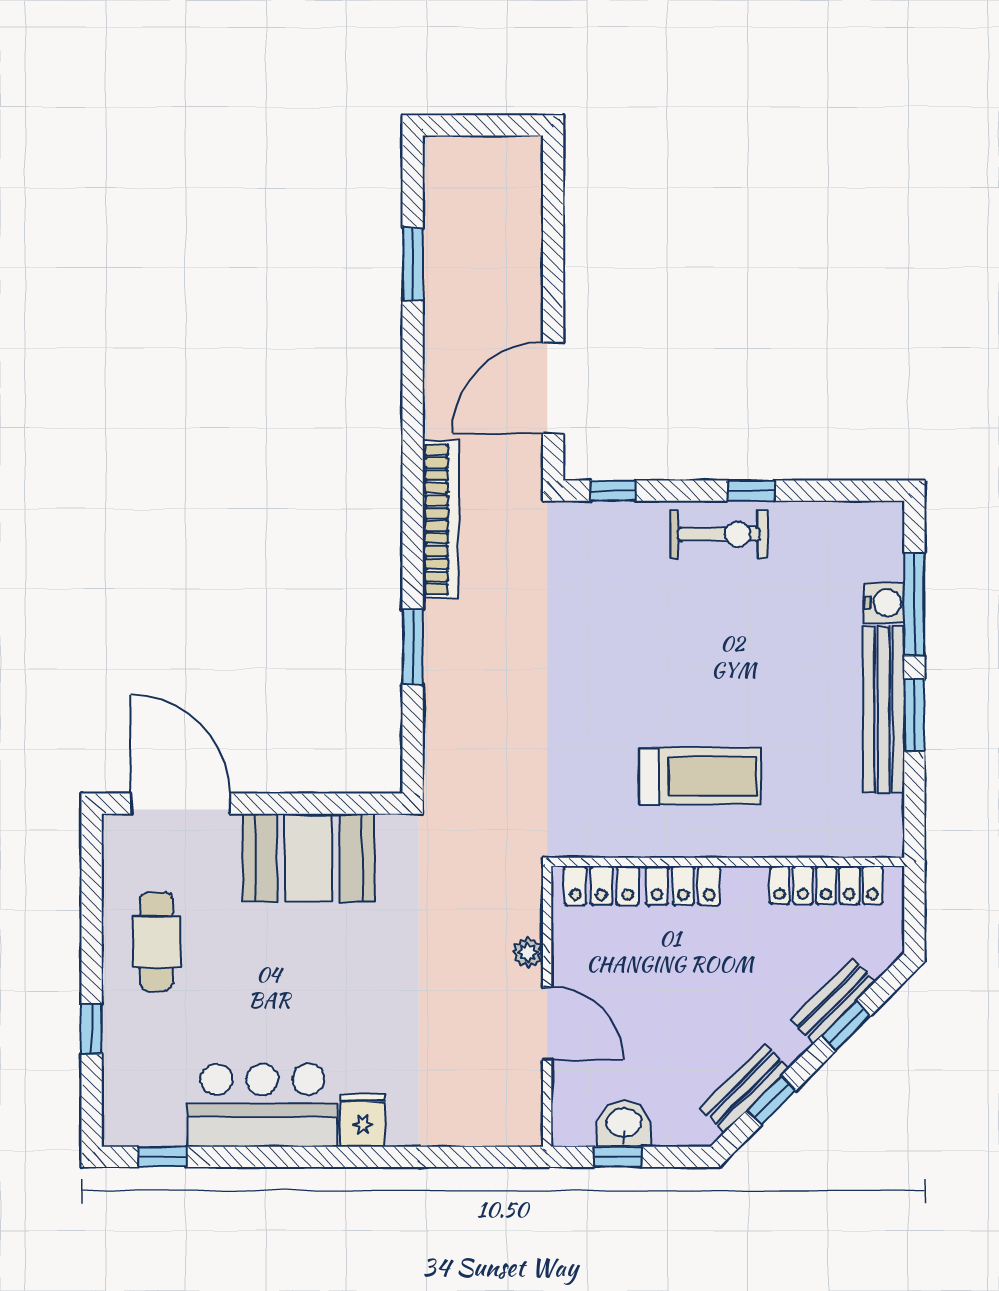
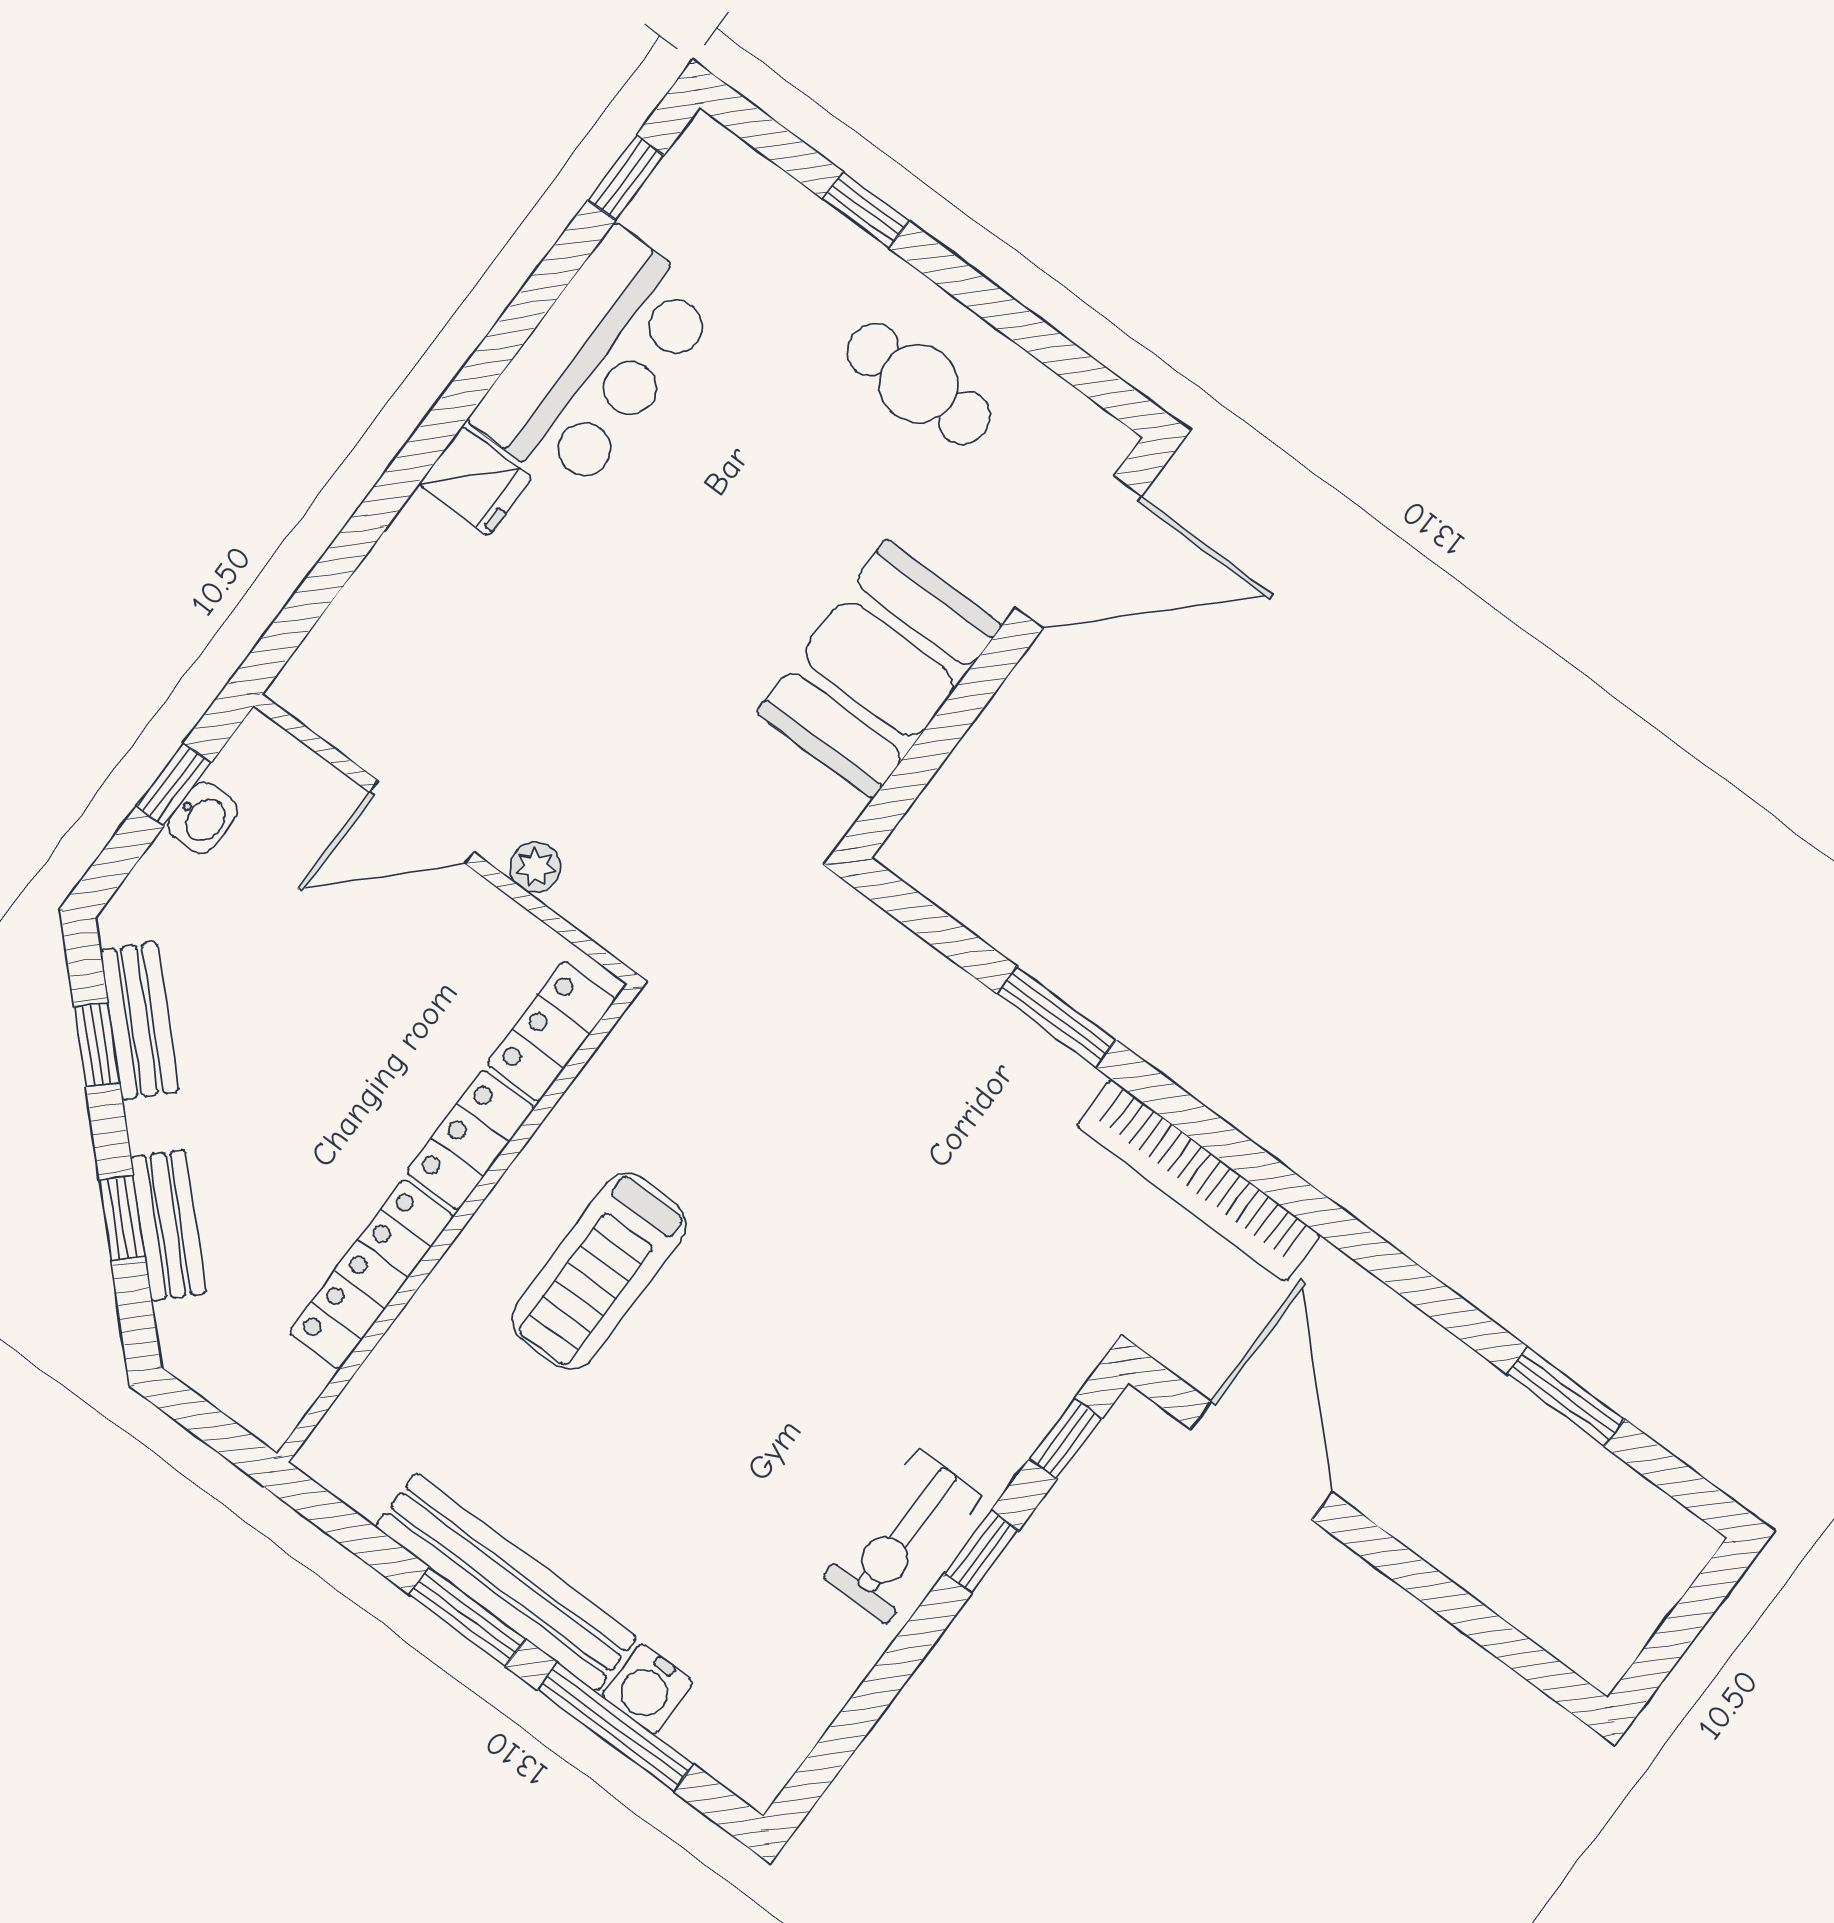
window: (751, 491) -> (981, 1552), moved
locker: (826, 885) -> (371, 1274), moved
washbasin: (624, 1124) -> (203, 818), width x0.72, depth x0.69

